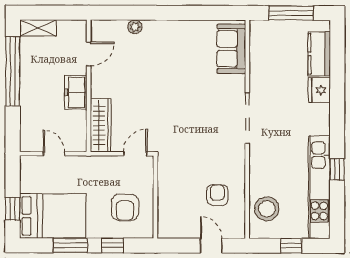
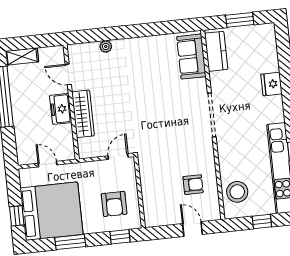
window: (291, 13) -> (240, 20), width x0.69
door: (89, 54) -> (68, 74), swing flipped
kitchen counter: (319, 54) -> (216, 51), moved, turned 180
wardrobe: (101, 125) -> (83, 114), moved
armchair: (217, 195) -> (193, 185), turned 90
bed: (53, 216) -> (52, 211), width x1.36
window: (113, 245) -> (120, 237), moved

